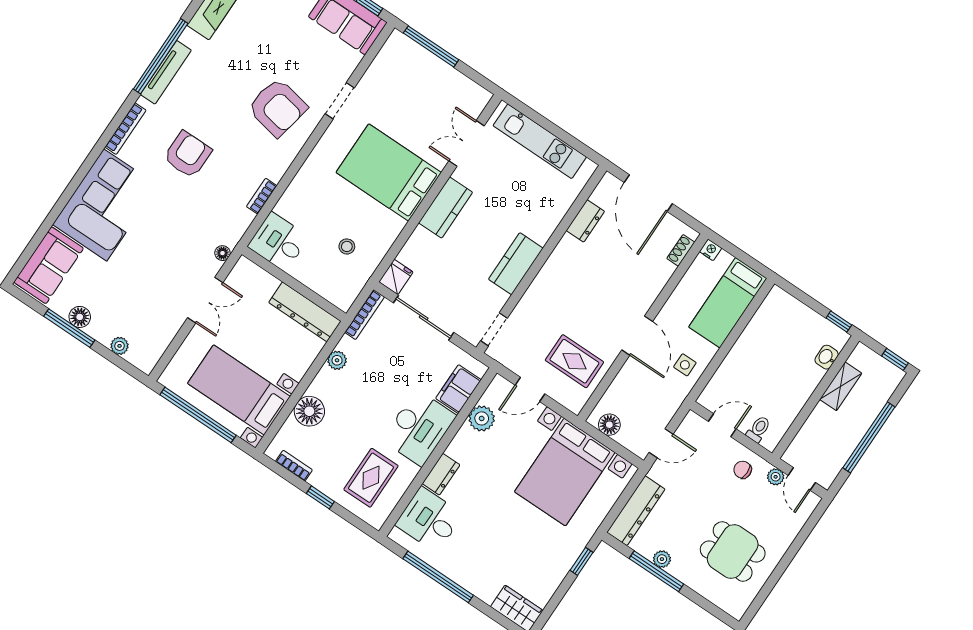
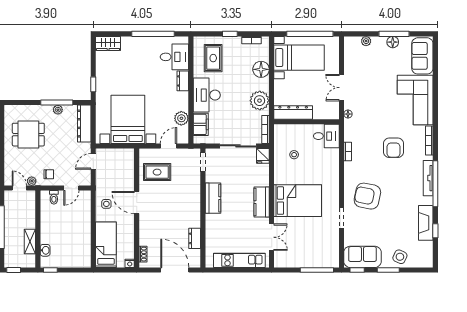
plant: (337, 360) -> (260, 101), width x1.87, depth x1.87
floor lamp: (609, 425) -> (122, 154), removed

